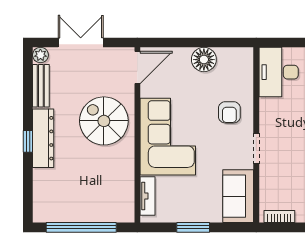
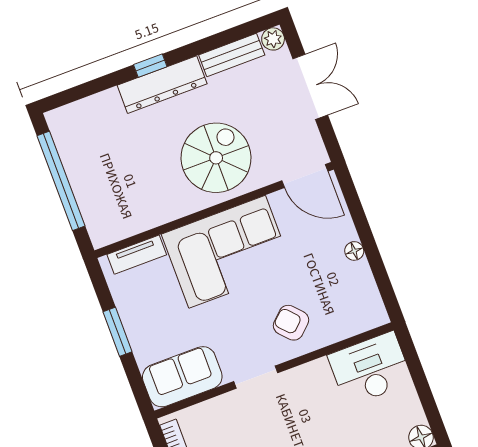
floor lamp: (204, 60) -> (354, 251), width x0.53, depth x0.53
armchair: (229, 112) -> (291, 323), turned 47

